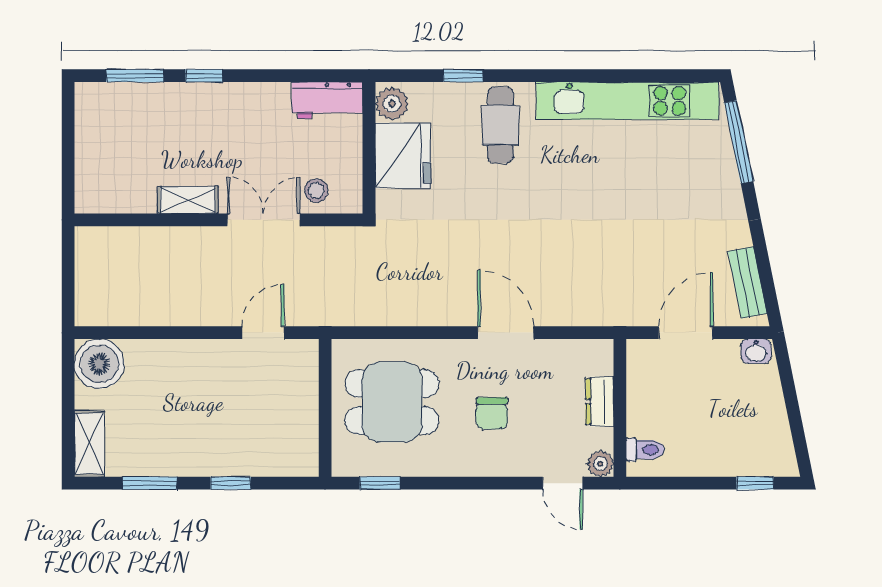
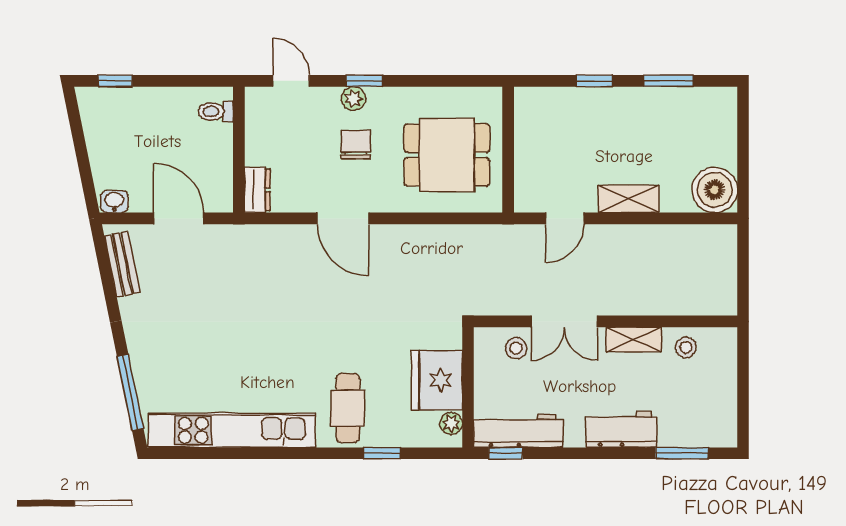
window: (204, 76) -> (506, 453), moved
workbench: (327, 100) -> (518, 431), width x1.38
workbench: (201, 102) -> (622, 429), added
plant: (392, 104) -> (451, 423), width x0.73, depth x0.73
stool: (131, 192) -> (686, 347), added
door: (686, 333) -> (179, 218), swing flipped
dresser: (600, 402) -> (257, 190), moved
shelving: (89, 444) -> (629, 199), moved, turned 90
plant: (600, 464) -> (353, 99), moved
window: (380, 483) -> (364, 81), moved

